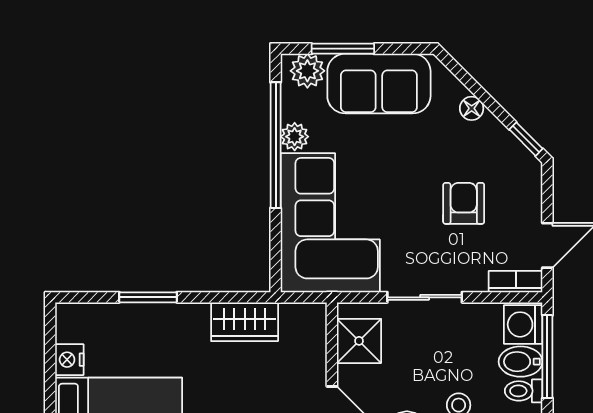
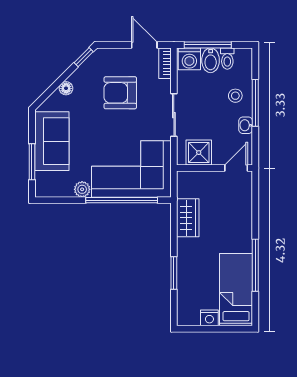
plant: (307, 71) -> (45, 182), removed
window: (276, 145) -> (122, 200), moved
armchair: (464, 203) -> (120, 93), width x1.38, depth x1.38

